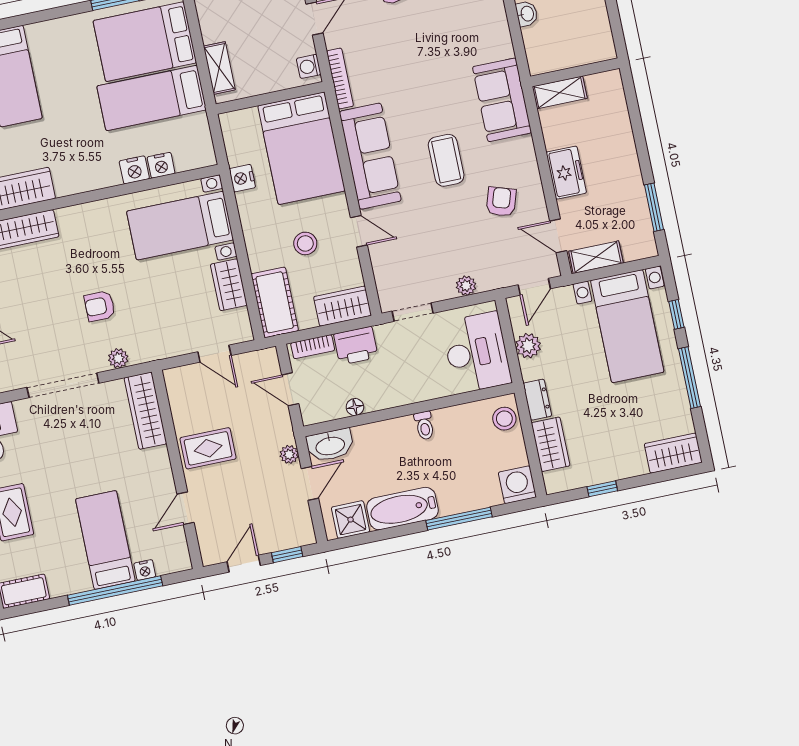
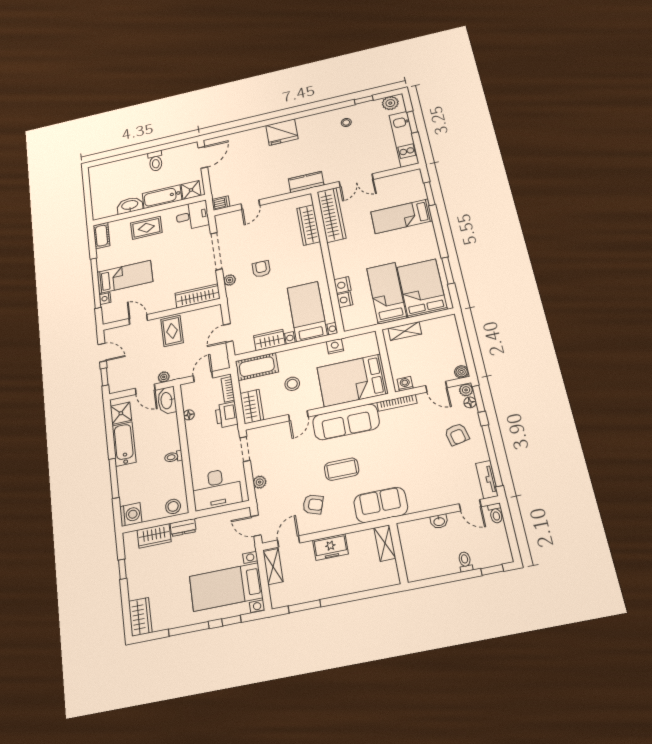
plant: (528, 346) -> (218, 522), removed

